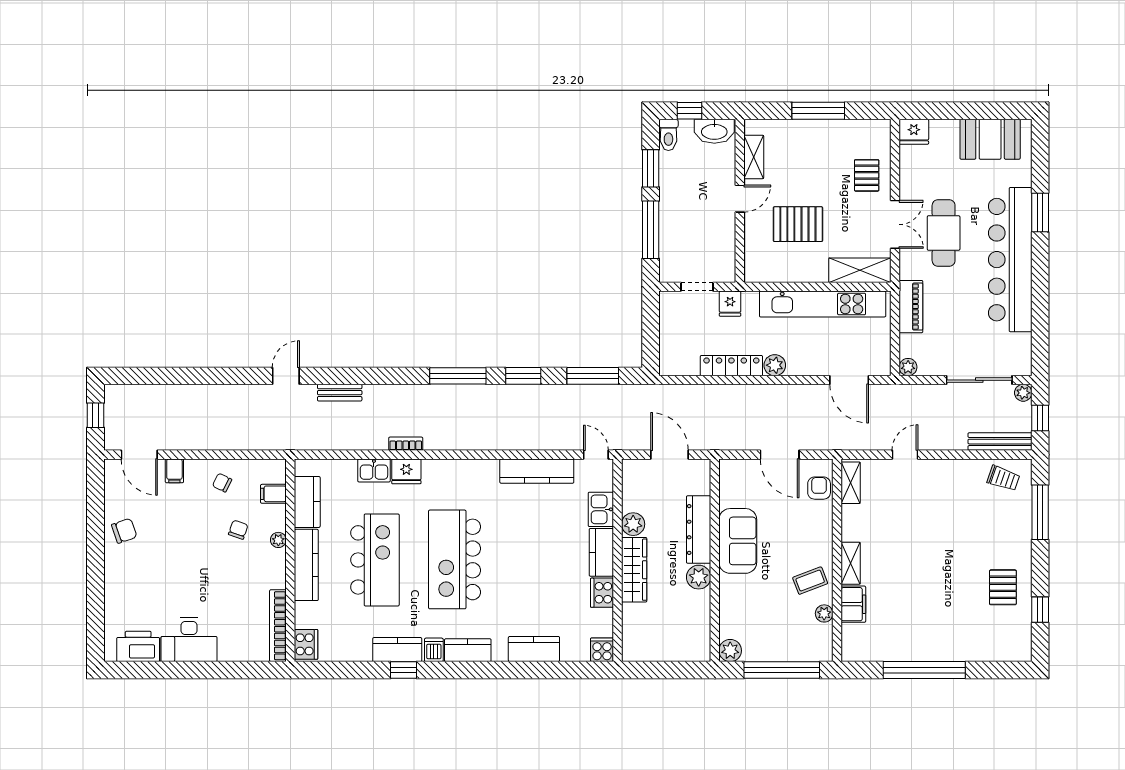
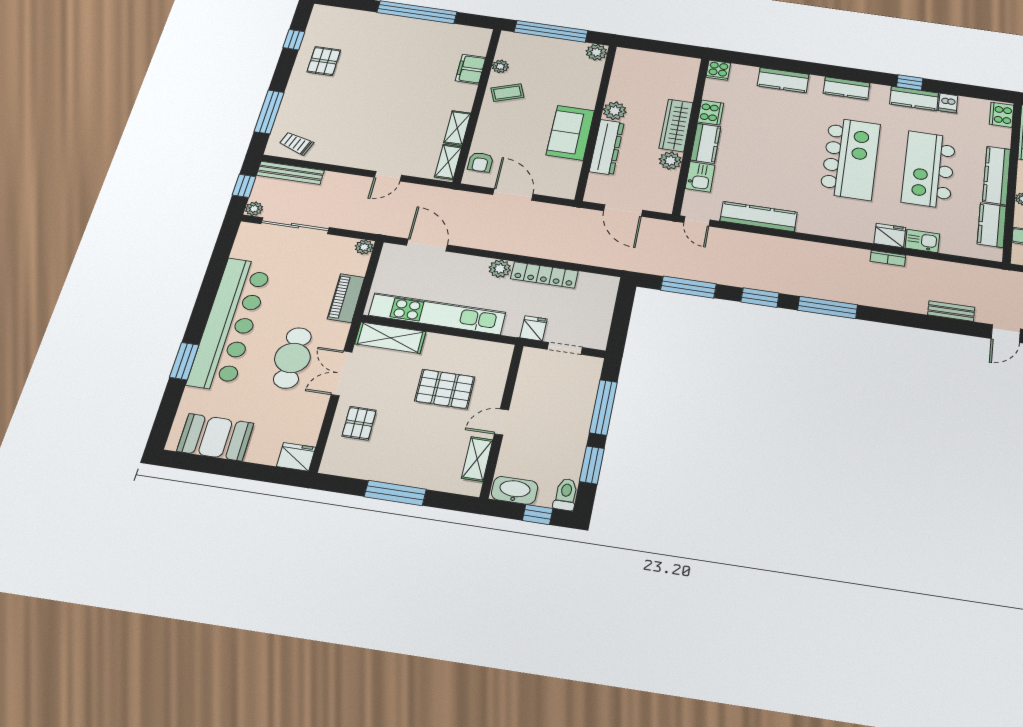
shelving: (851, 563) -> (457, 128), moved
dishwasher: (434, 650) -> (948, 103), moved

